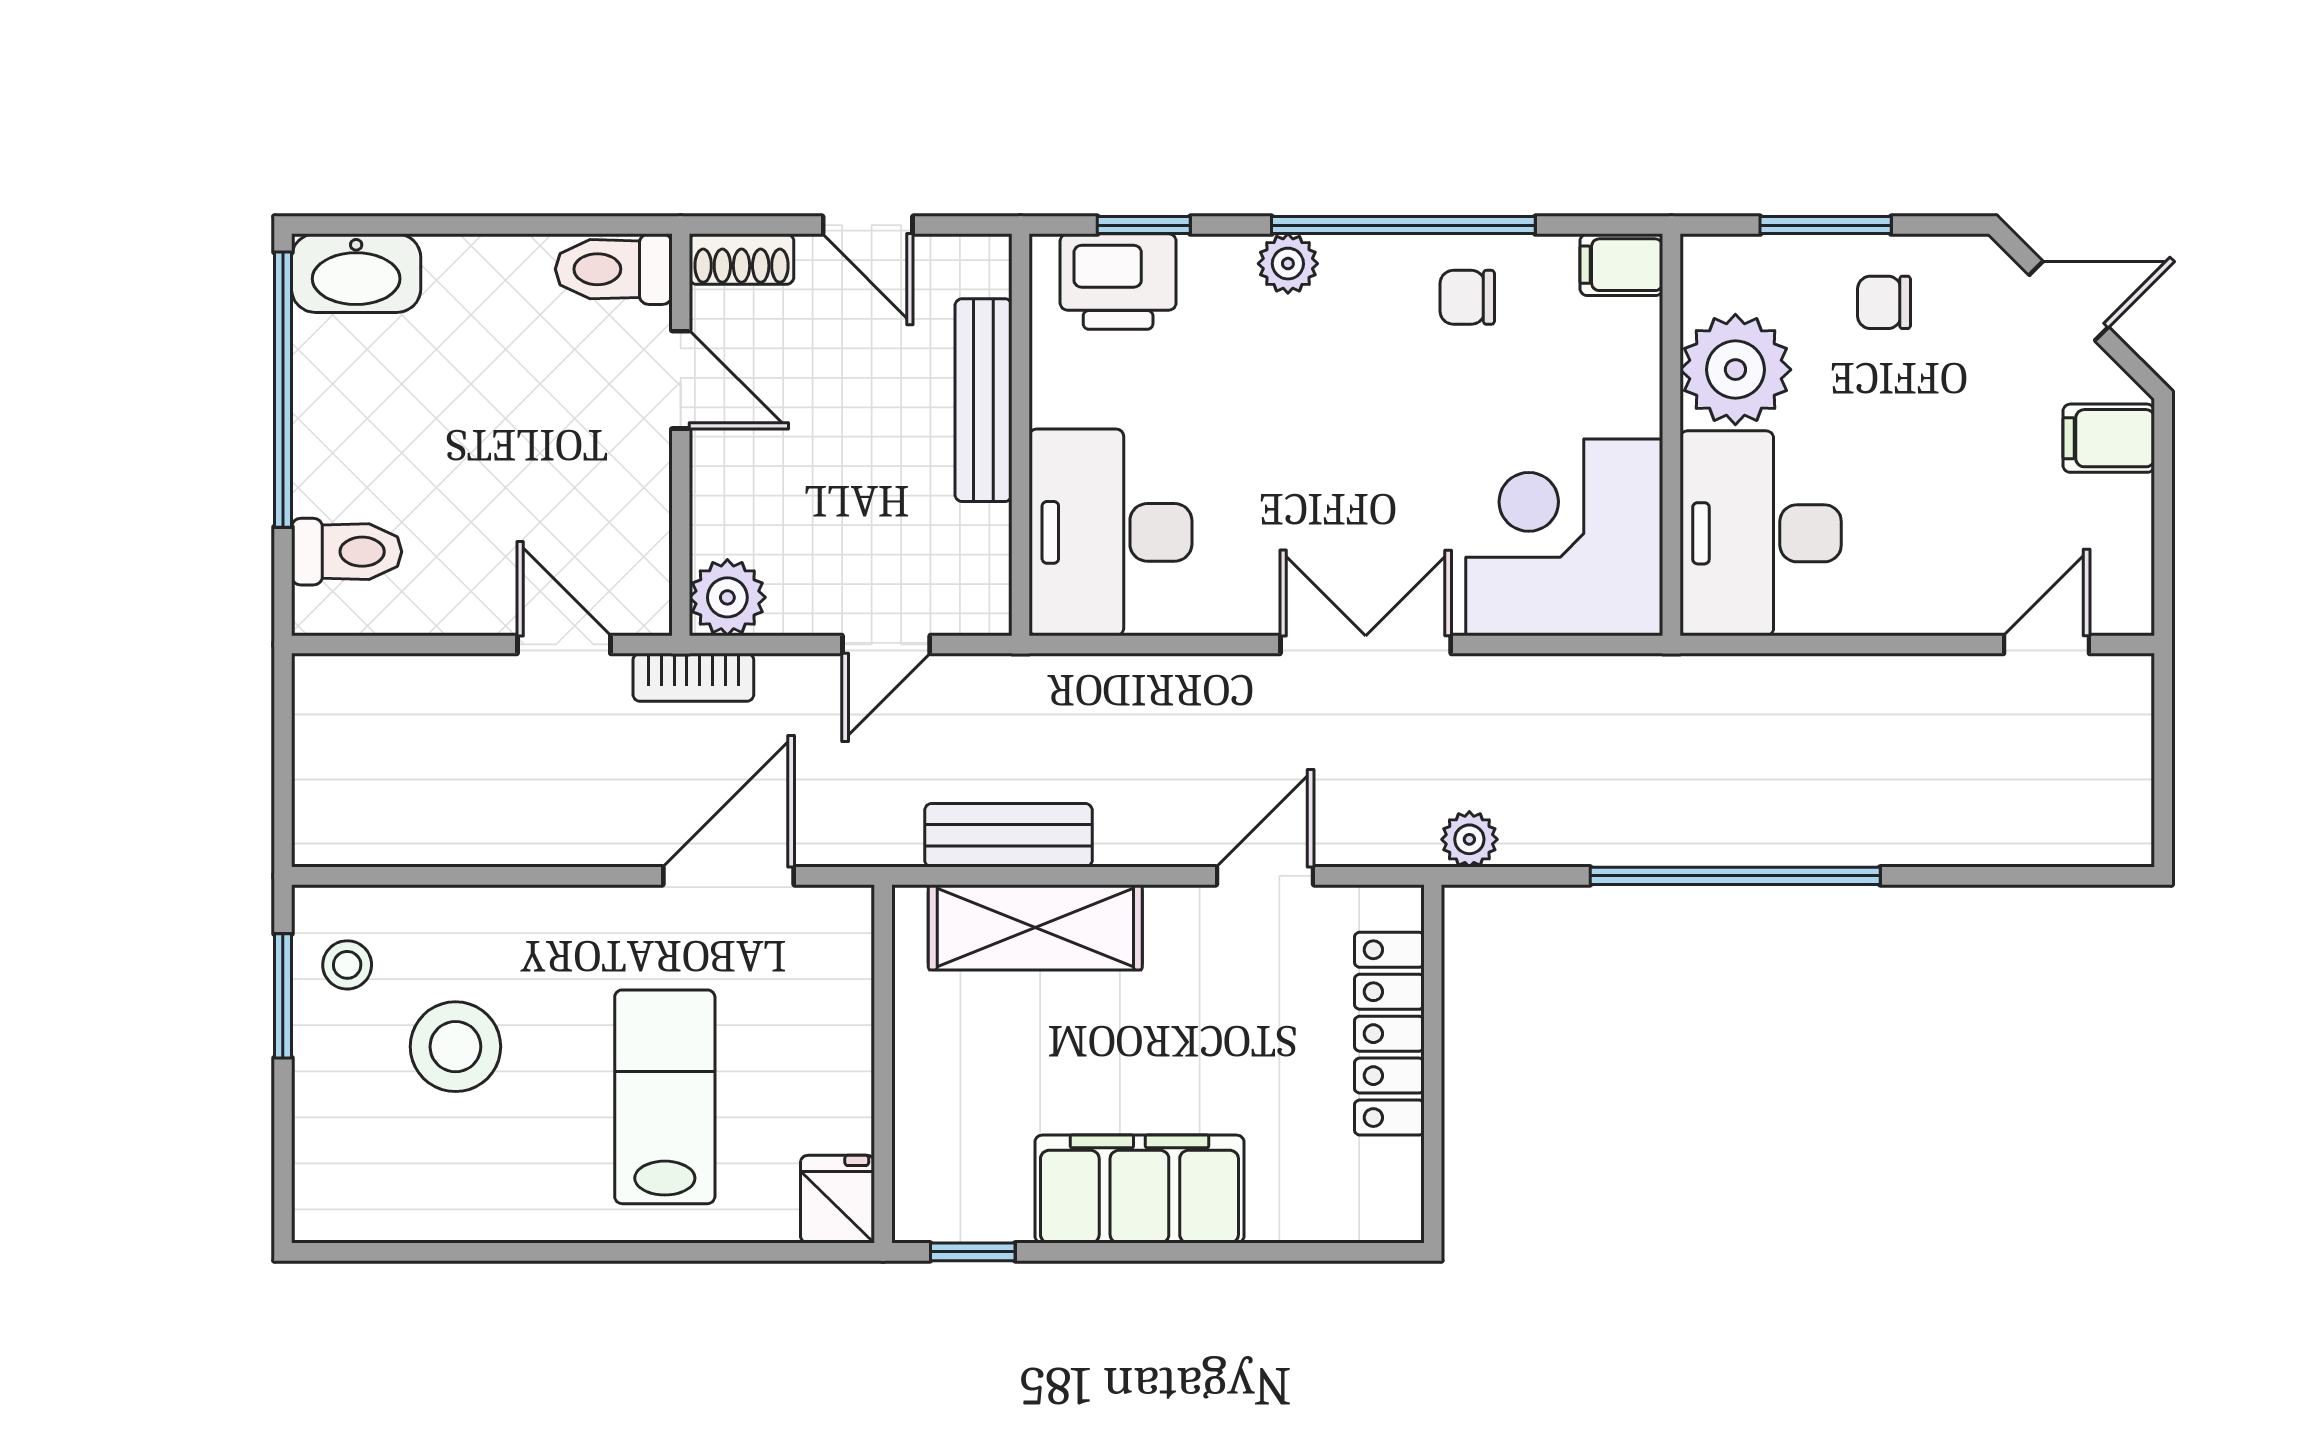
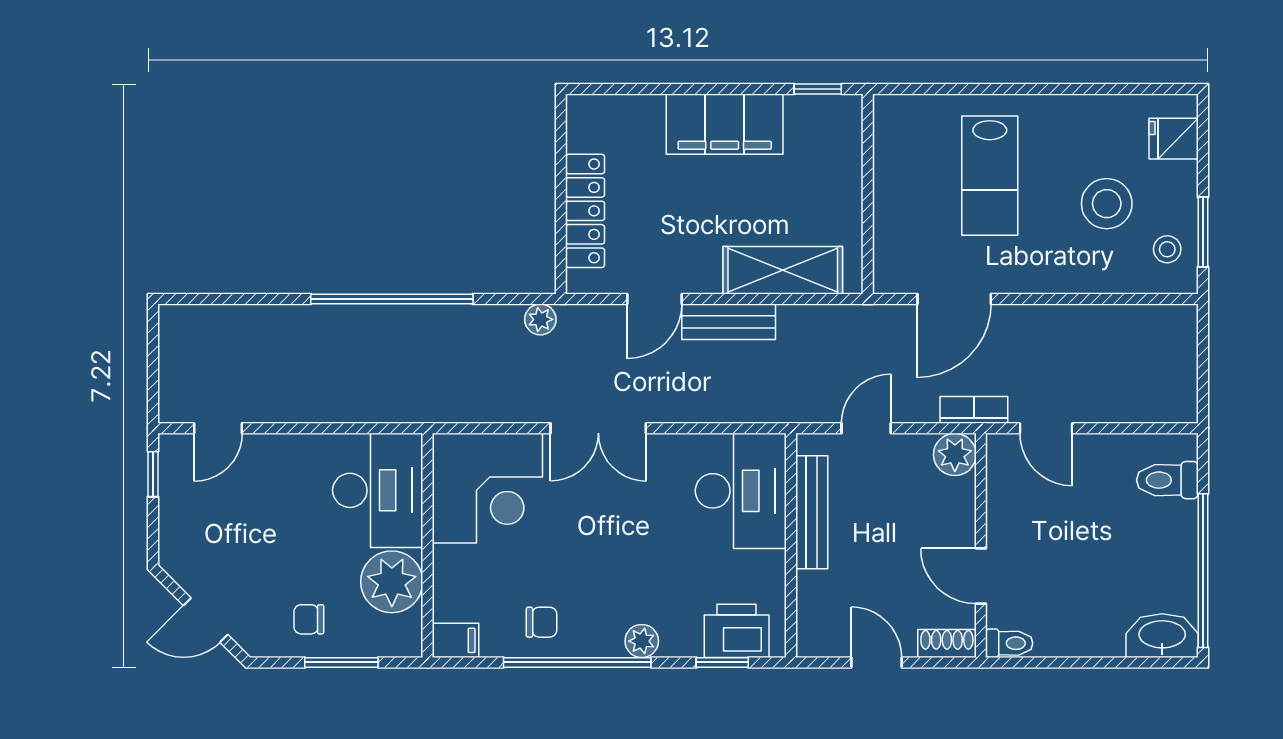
toilet: (614, 269) -> (1009, 643), width x0.73, depth x0.72
chair: (1884, 302) -> (309, 619), turned 180
bench: (983, 400) -> (812, 512), moved
filing cabinet: (2109, 438) -> (183, 543), removed
window: (2163, 562) -> (153, 474), added
bench: (1008, 835) -> (729, 322), moved
fridge: (838, 1199) -> (1174, 139), moved, turned 90

